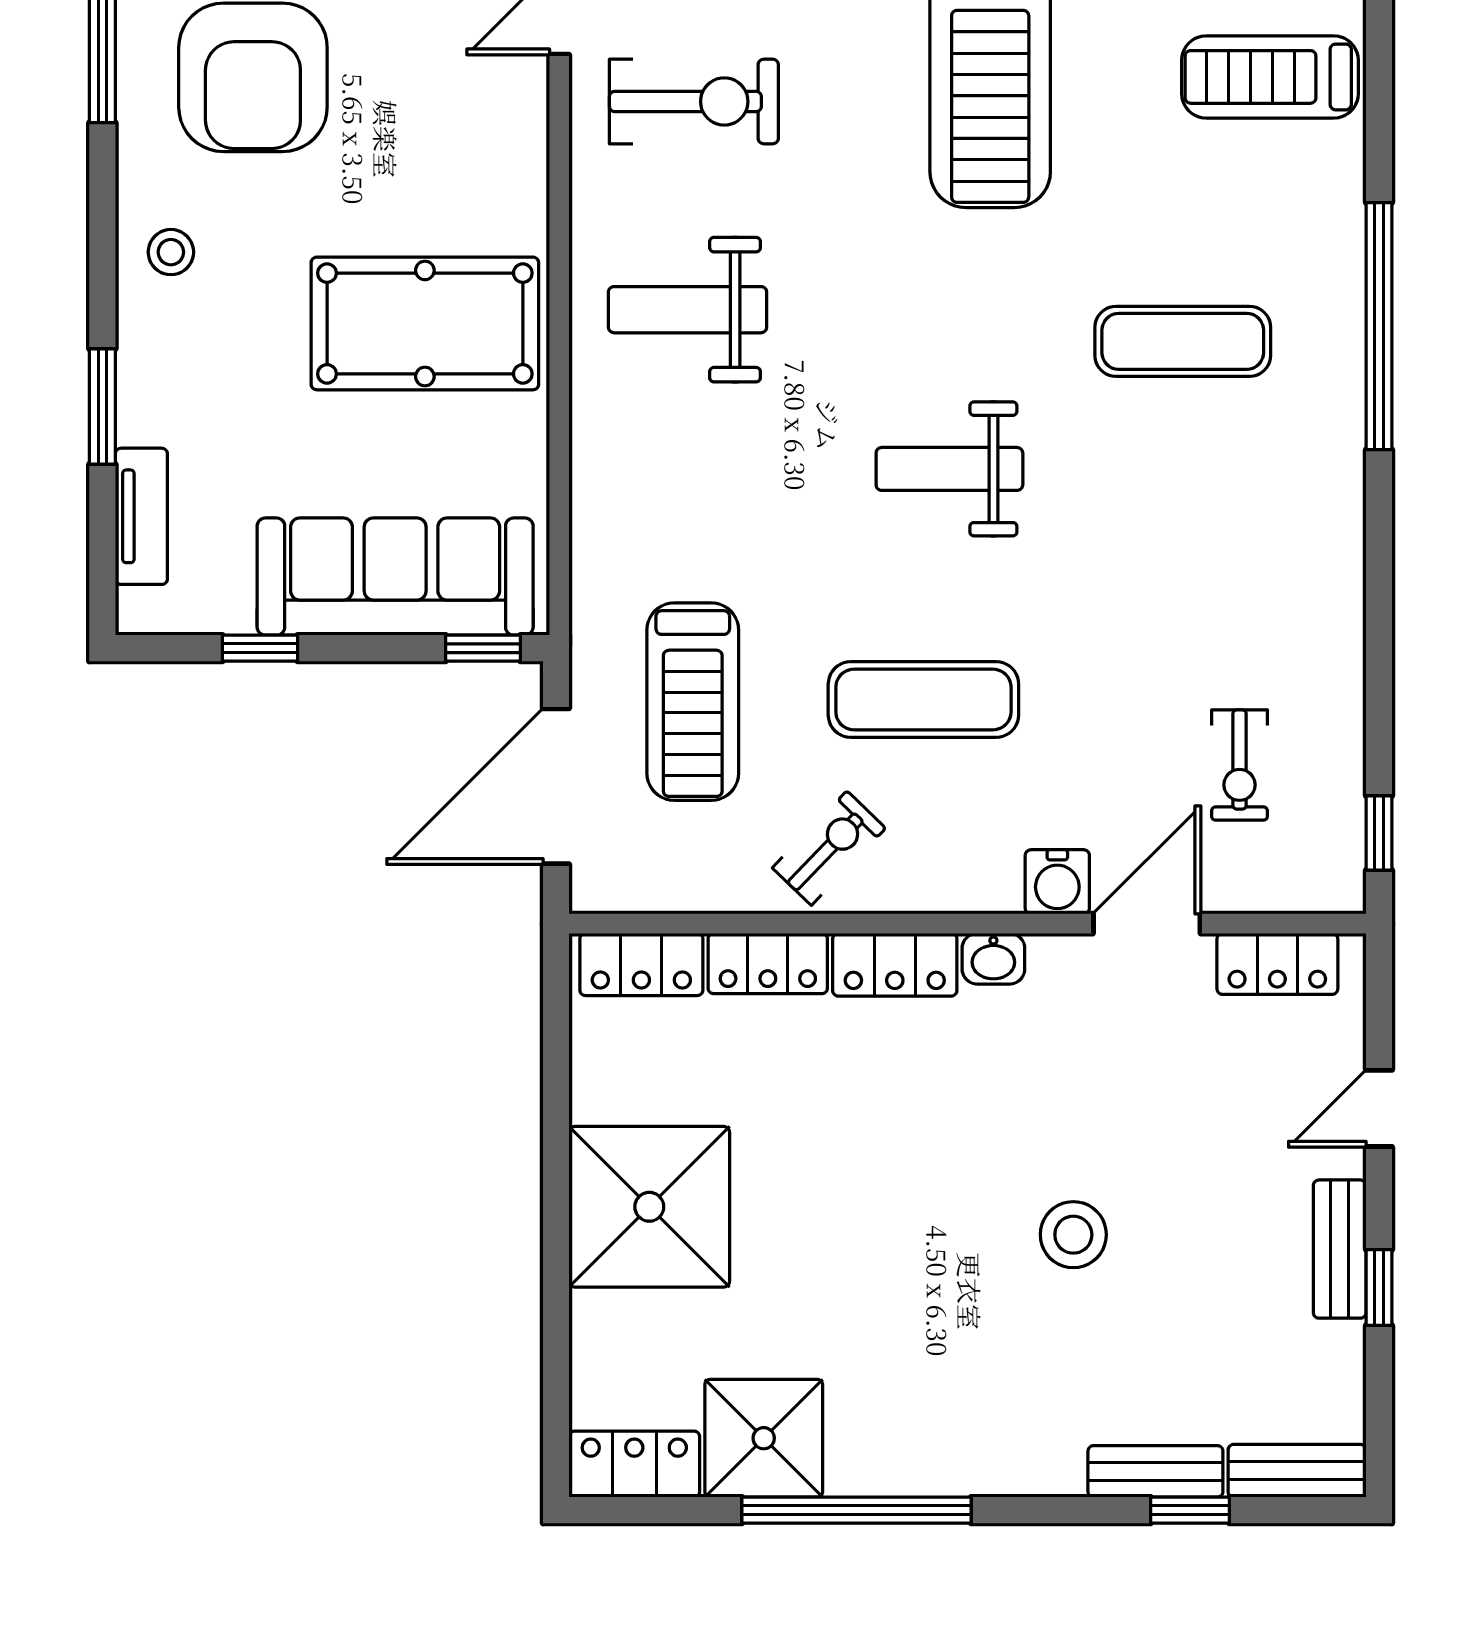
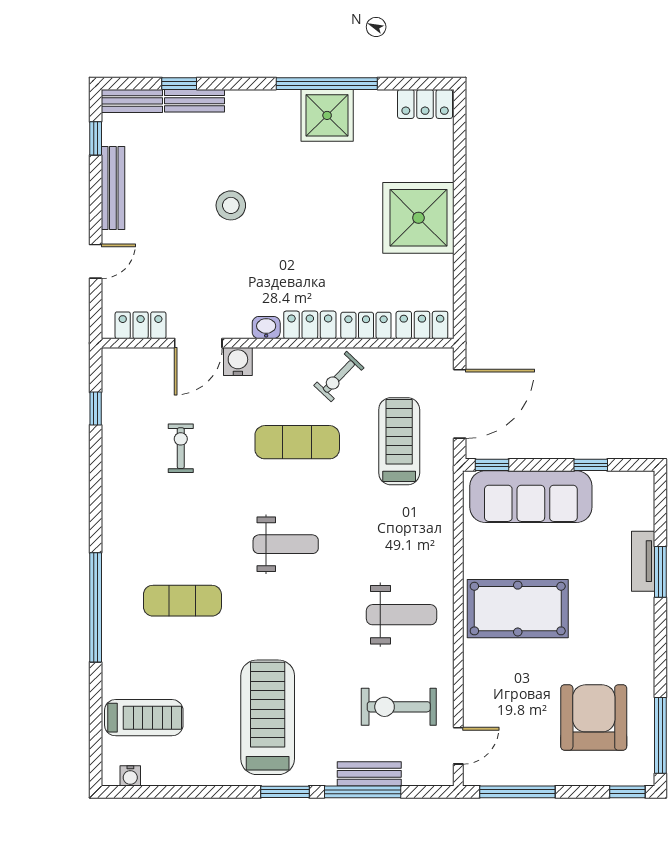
stool: (171, 252) -> (630, 640), removed
tv unit: (141, 516) -> (643, 561), moved
exercise bike: (1240, 765) -> (181, 448), moved
window: (1379, 833) -> (96, 409), moved
bench: (1340, 1249) -> (113, 188), width x1.36
window: (1379, 1287) -> (96, 138), moved
shower: (764, 1438) -> (327, 115), moved

